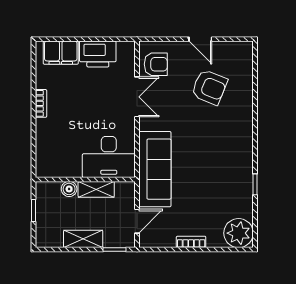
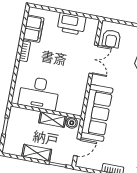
filing cabinet: (61, 53) -> (33, 29), moved, turned -90
armchair: (156, 64) -> (111, 39), turned 90
desk: (109, 157) -> (39, 93), moved
boiler: (69, 189) -> (72, 123), moved

